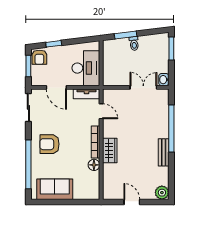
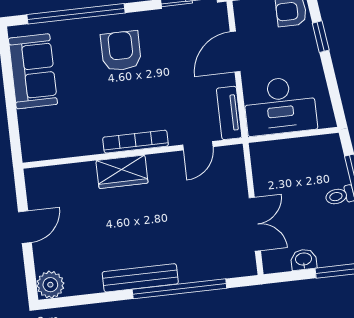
washbasin: (164, 80) -> (304, 260), moved
bench: (164, 152) -> (140, 278), width x1.36
floor lamp: (94, 165) -> (90, 144), removed

